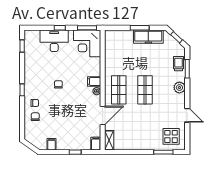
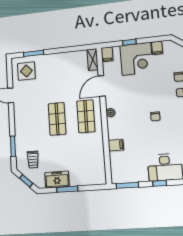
freezer: (148, 37) -> (57, 180), width x0.71
corner desk: (87, 43) -> (136, 59), moved, turned 90
trolley: (179, 64) -> (33, 160), moved
filing cabinet: (94, 82) -> (116, 145), moved
plant: (179, 88) -> (20, 125), removed

